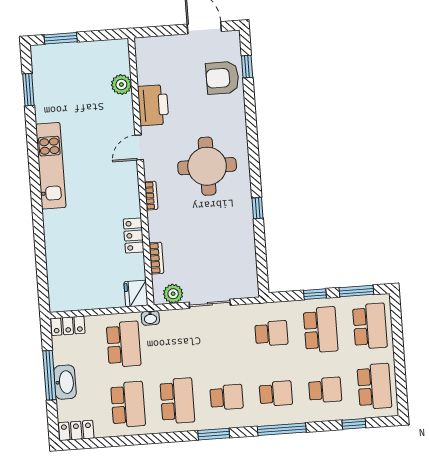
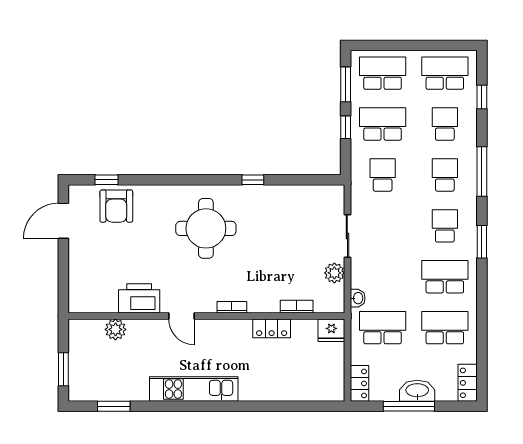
plant: (121, 85) -> (115, 329), moved
printer: (153, 105) -> (139, 298), moved
door: (139, 147) -> (182, 316), moved
wall: (141, 172) -> (206, 316), moved
bookcase: (151, 196) -> (232, 307), moved
locker: (134, 236) -> (272, 328), moved
bookcase: (156, 258) -> (297, 307), moved
fridge: (136, 293) -> (331, 330), moved

